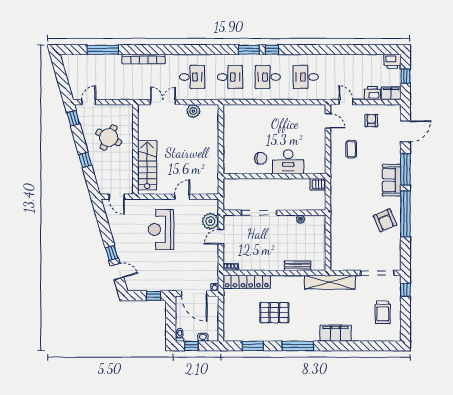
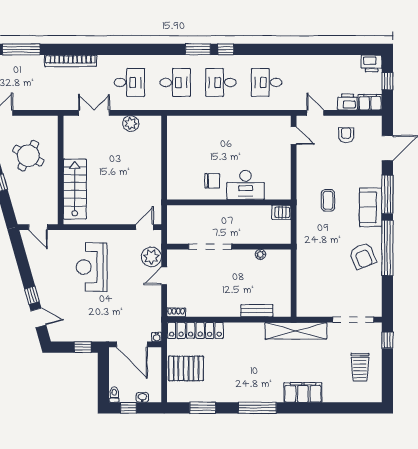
coffee table: (351, 149) -> (328, 200), moved
door: (182, 197) -> (145, 227), moved
pallet: (274, 313) -> (186, 368), moved

